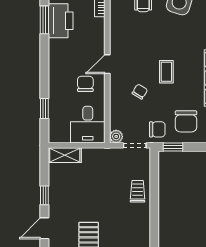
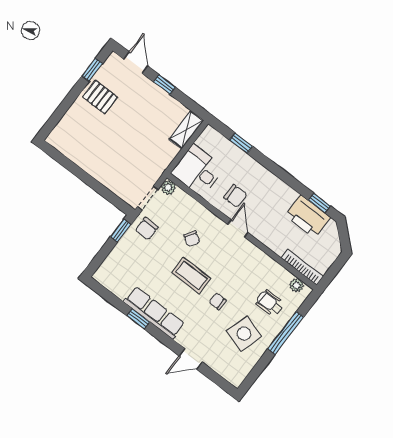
window: (44, 20) -> (319, 203), width x0.67
coffee table: (166, 72) -> (191, 276), width x1.36, depth x1.30
chair: (186, 121) -> (218, 301), moved, width x0.54, depth x0.54
trolley: (138, 191) -> (105, 170), removed

